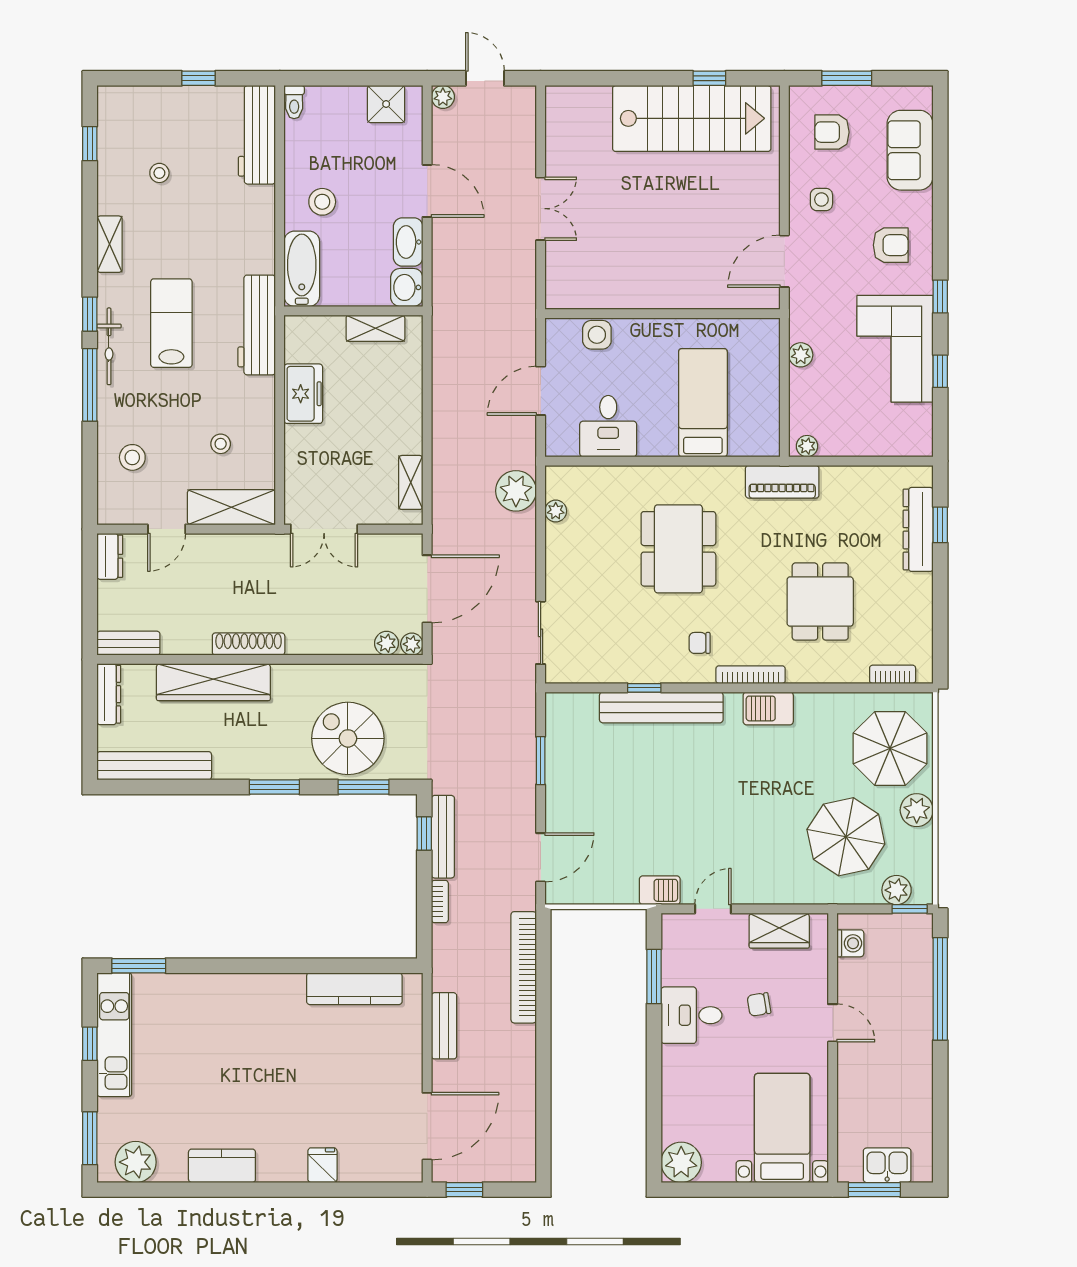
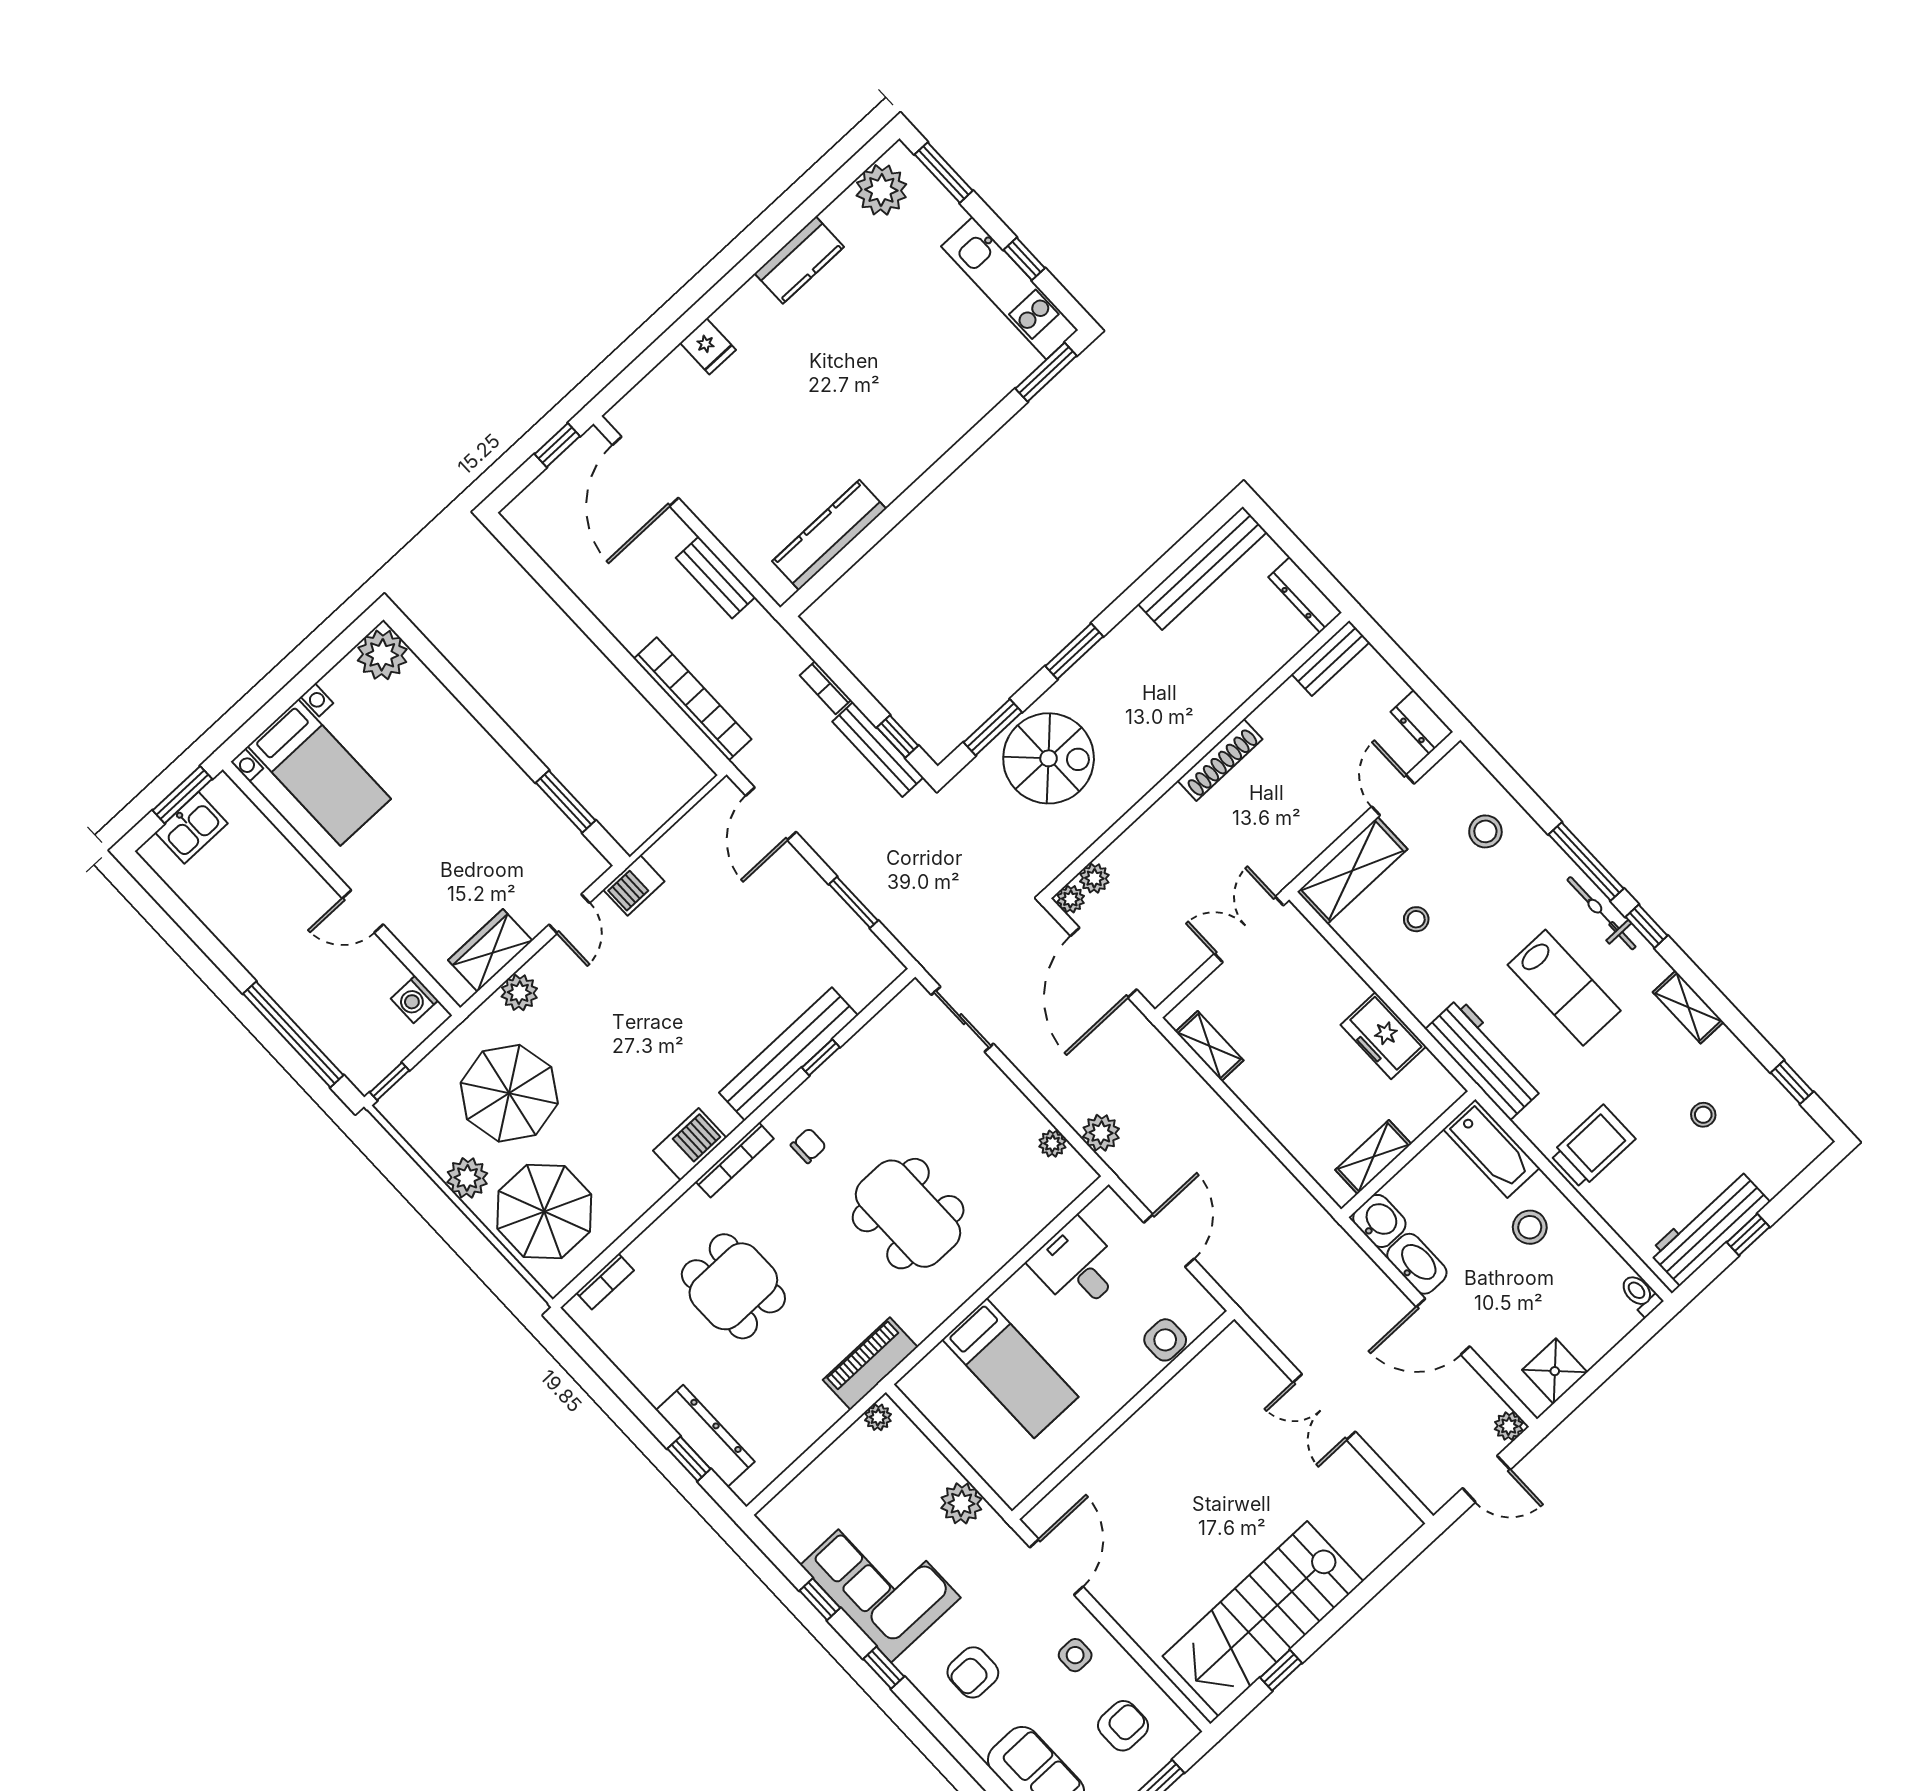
workbench: (257, 135) -> (1709, 1227), moved, turned -90
trolley: (241, 215) -> (1593, 1147), added
plant: (801, 355) -> (961, 1503), width x1.38, depth x1.38
plant: (516, 491) -> (1101, 1133), width x0.73, depth x0.73
wardrobe: (213, 682) -> (1220, 695), removed
plant: (897, 890) -> (519, 993), moved
chair: (759, 1004) -> (446, 866), removed
desk: (691, 1015) -> (498, 798), removed

